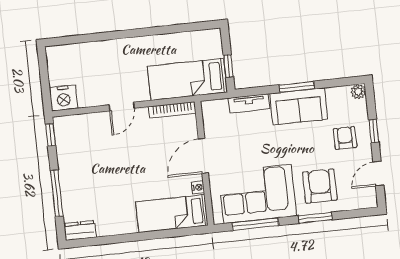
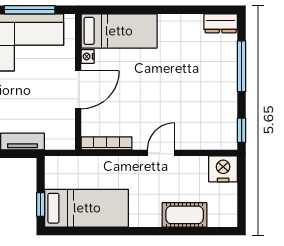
cot: (94, 52) -> (185, 215), added
window: (228, 66) -> (41, 204), moved
bed: (187, 79) -> (87, 208), moved

